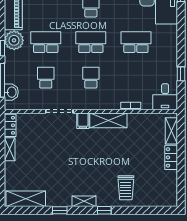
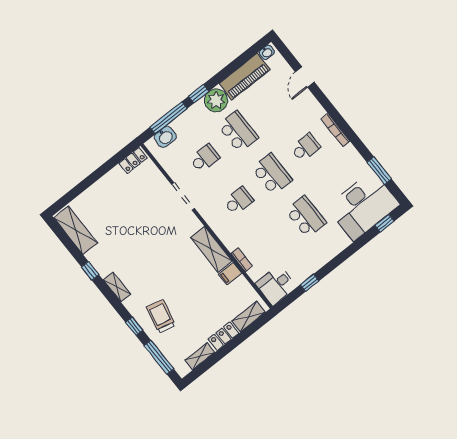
filing cabinet: (83, 121) -> (230, 274), moved
shelving: (10, 149) -> (200, 356), moved
trolley: (126, 188) -> (161, 316), turned 103
window: (104, 210) -> (134, 326), moved
window: (151, 210) -> (159, 357), added

